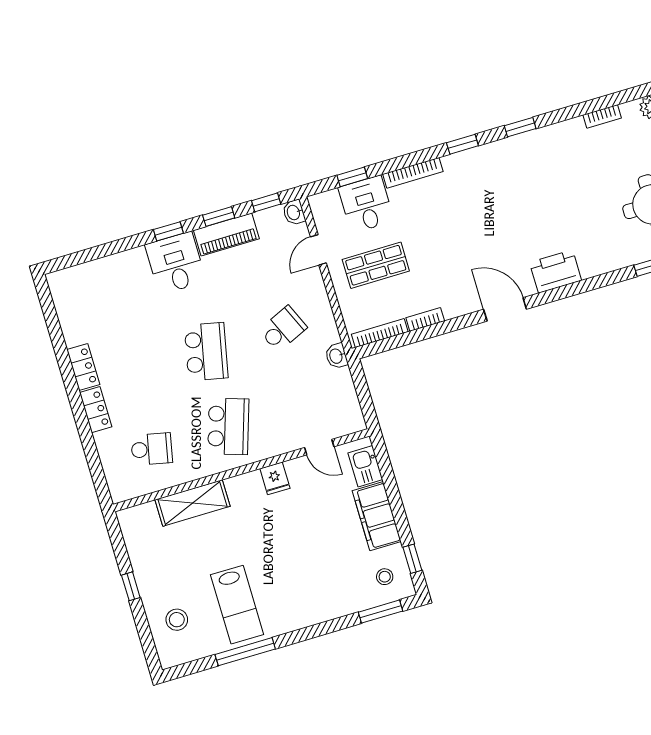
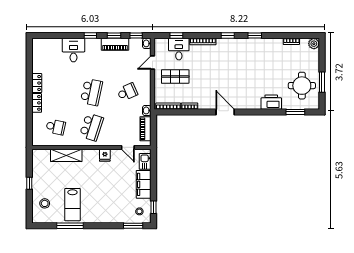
desk: (176, 263) -> (73, 50), moved
printer: (556, 271) -> (271, 102), moved
piano: (345, 396) -> (146, 129), added

